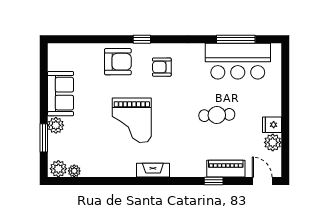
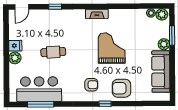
sofa: (61, 94) -> (161, 72), width x1.36
plant: (273, 142) -> (15, 58), moved
piano: (226, 169) -> (47, 15), removed
door: (262, 181) -> (22, 7), hinge flipped

